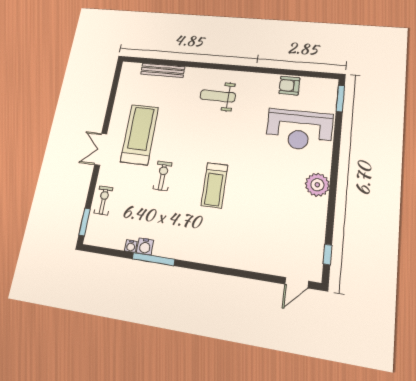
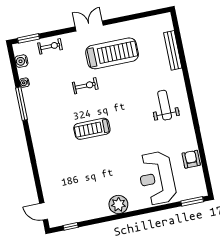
water cooler: (145, 246) -> (21, 61), moved

